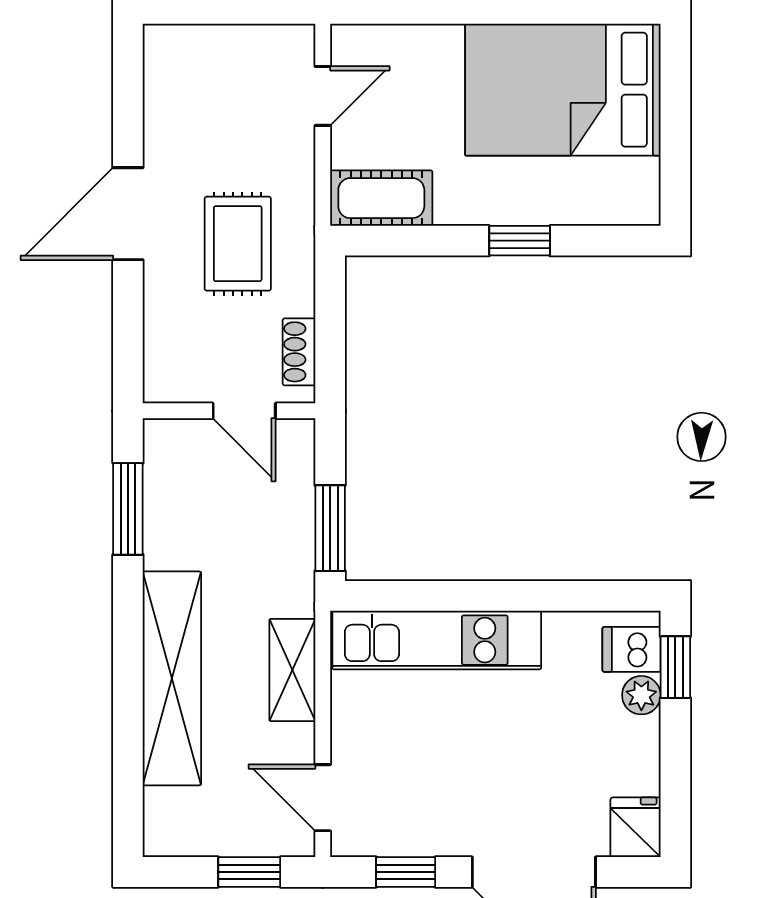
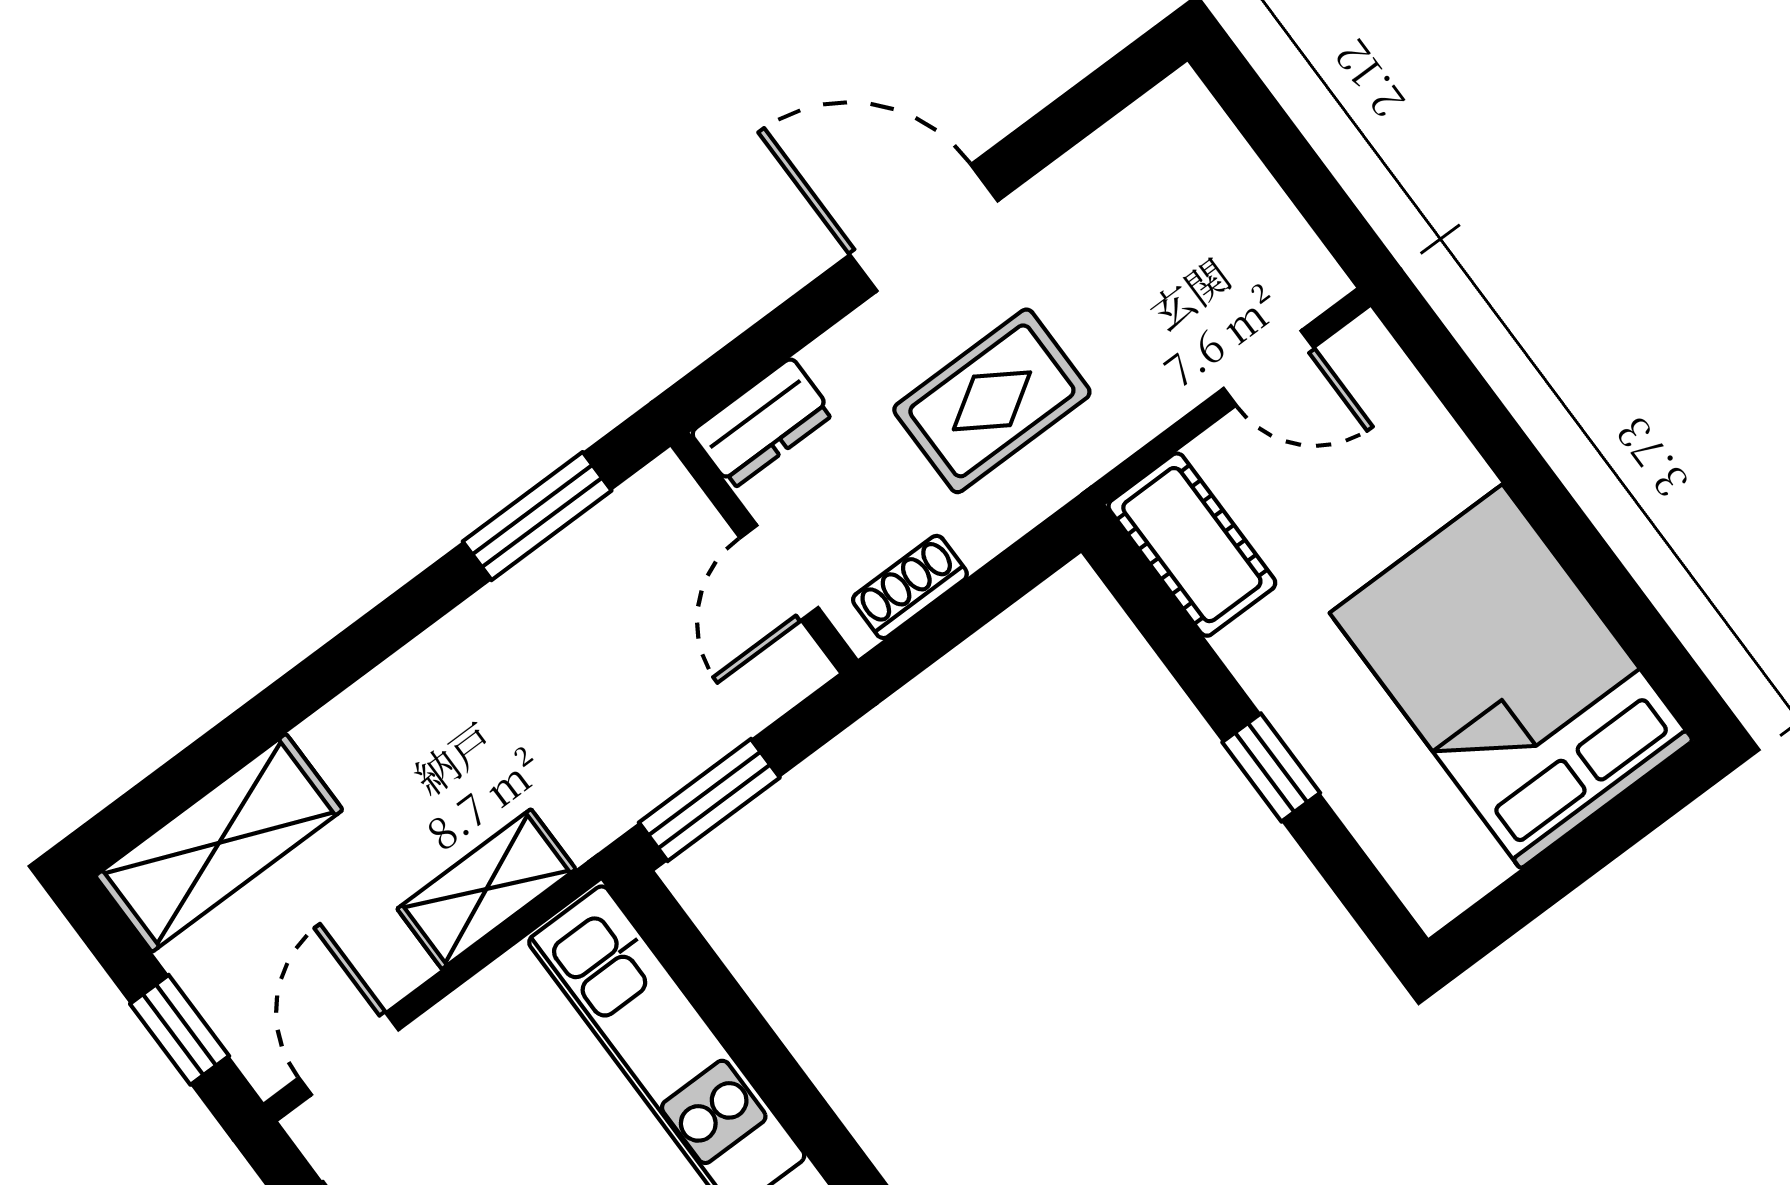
dresser: (165, 365) -> (762, 423), added
shelving: (172, 678) -> (219, 843), moved, width x0.68

